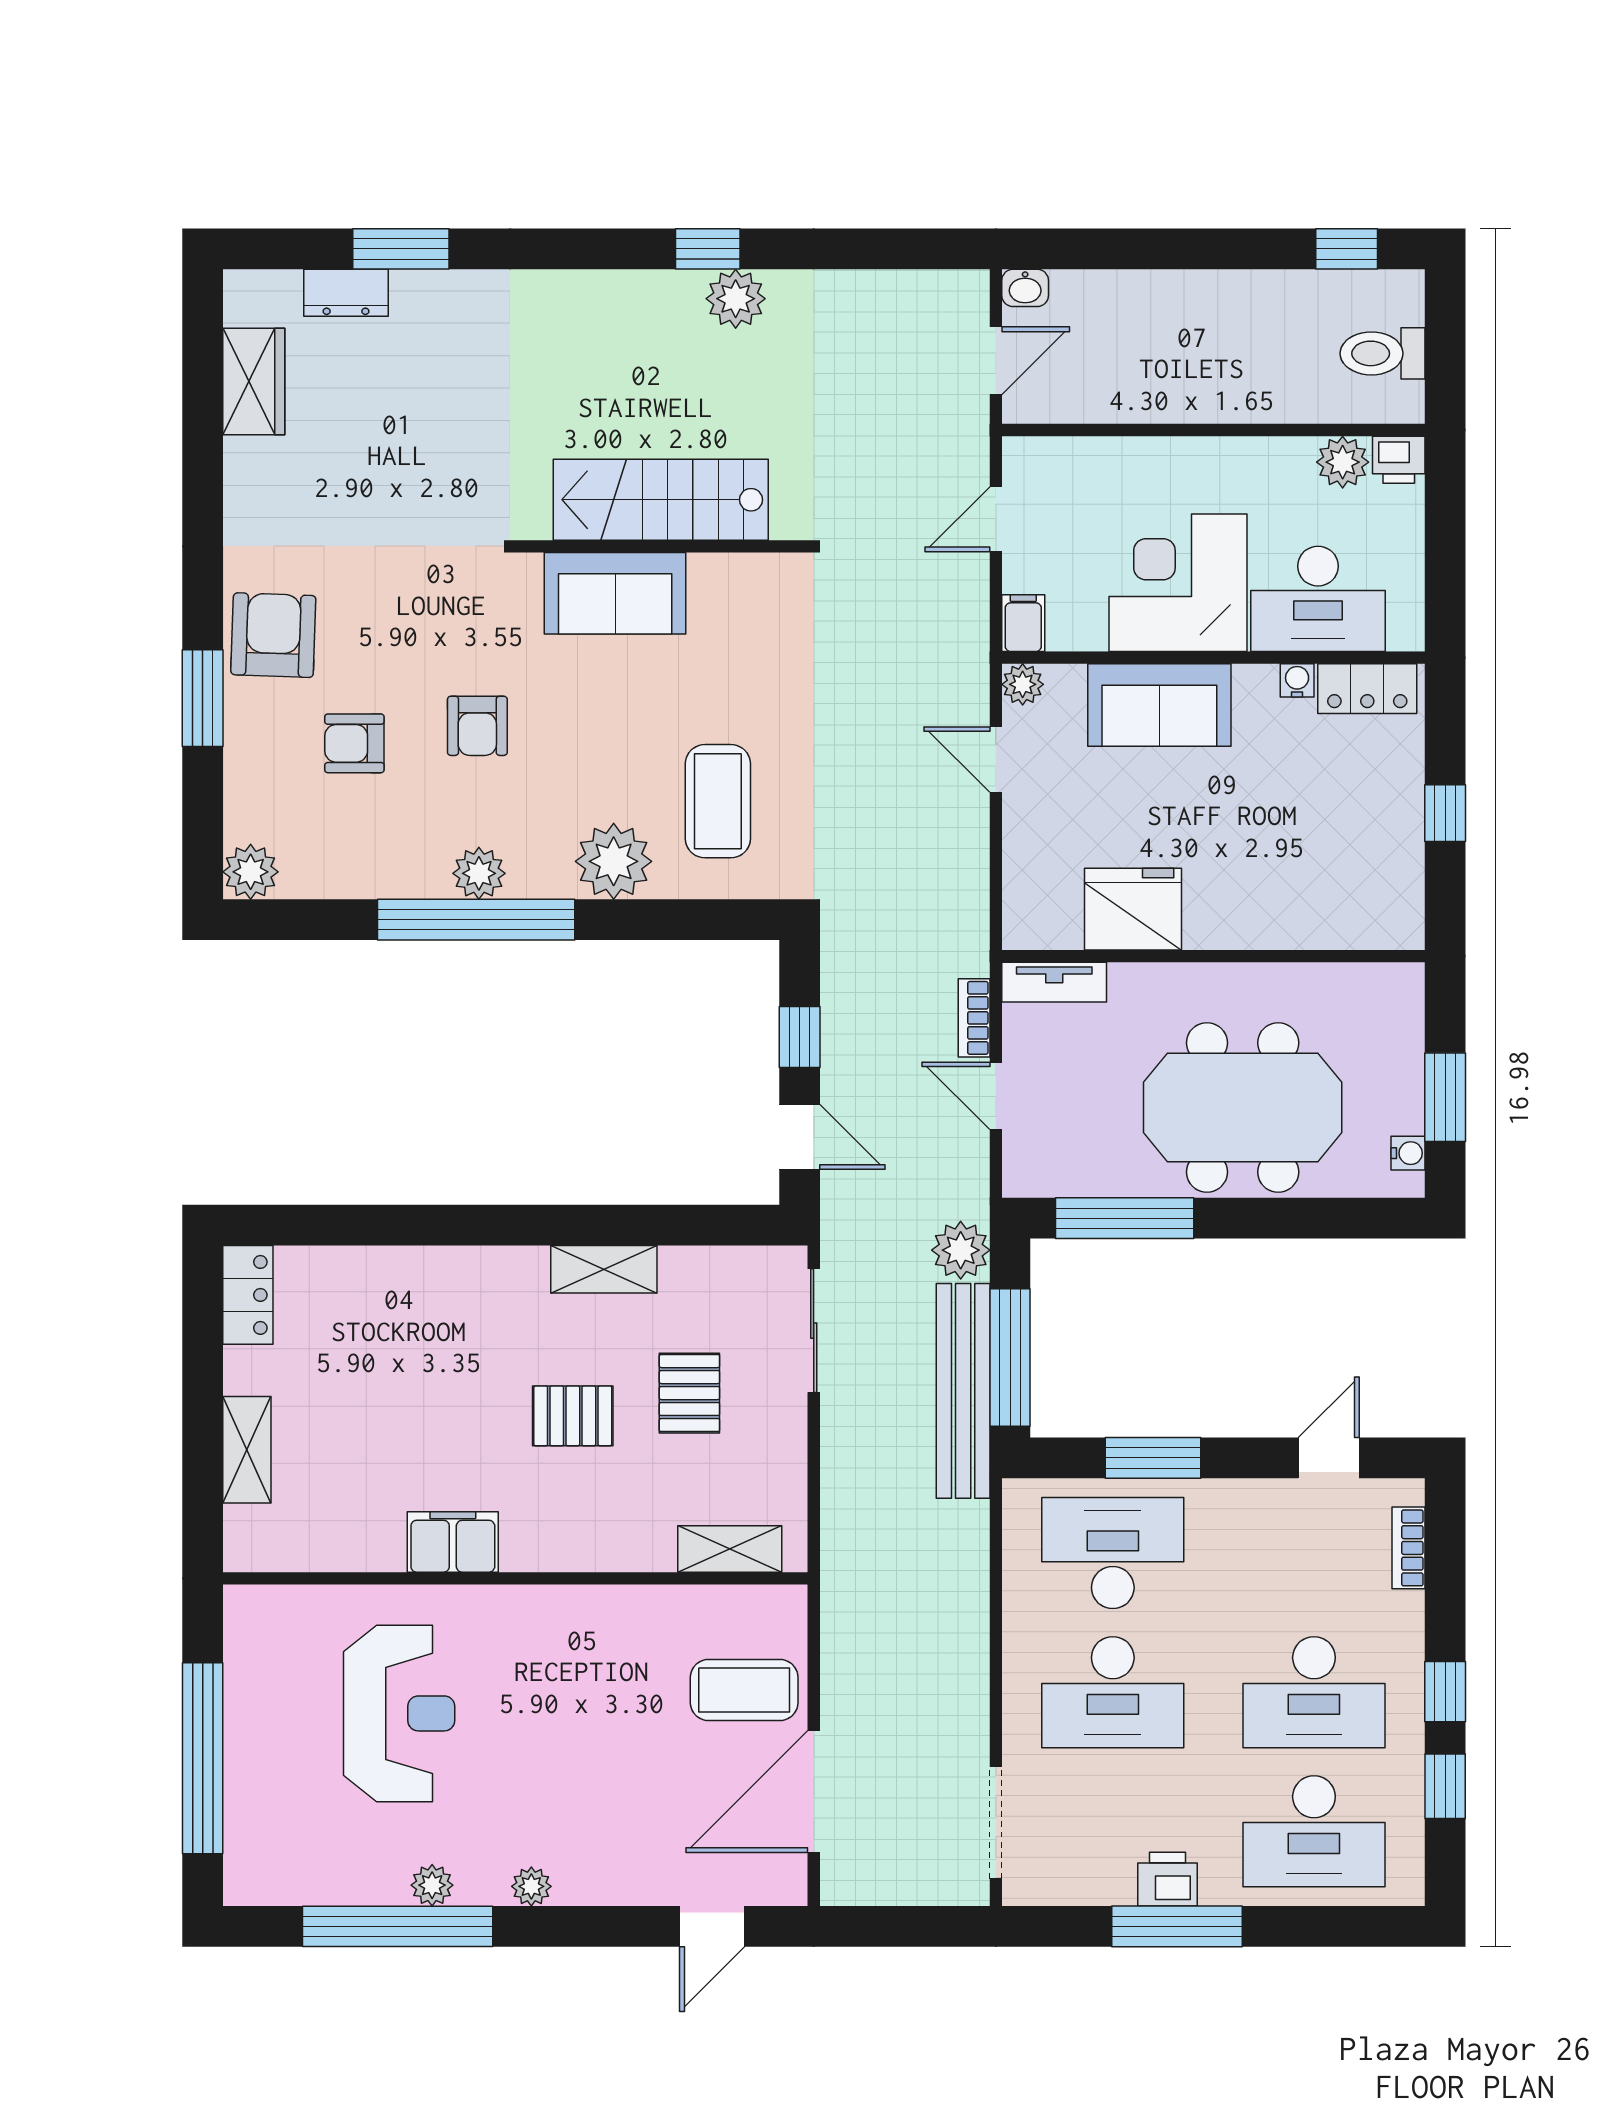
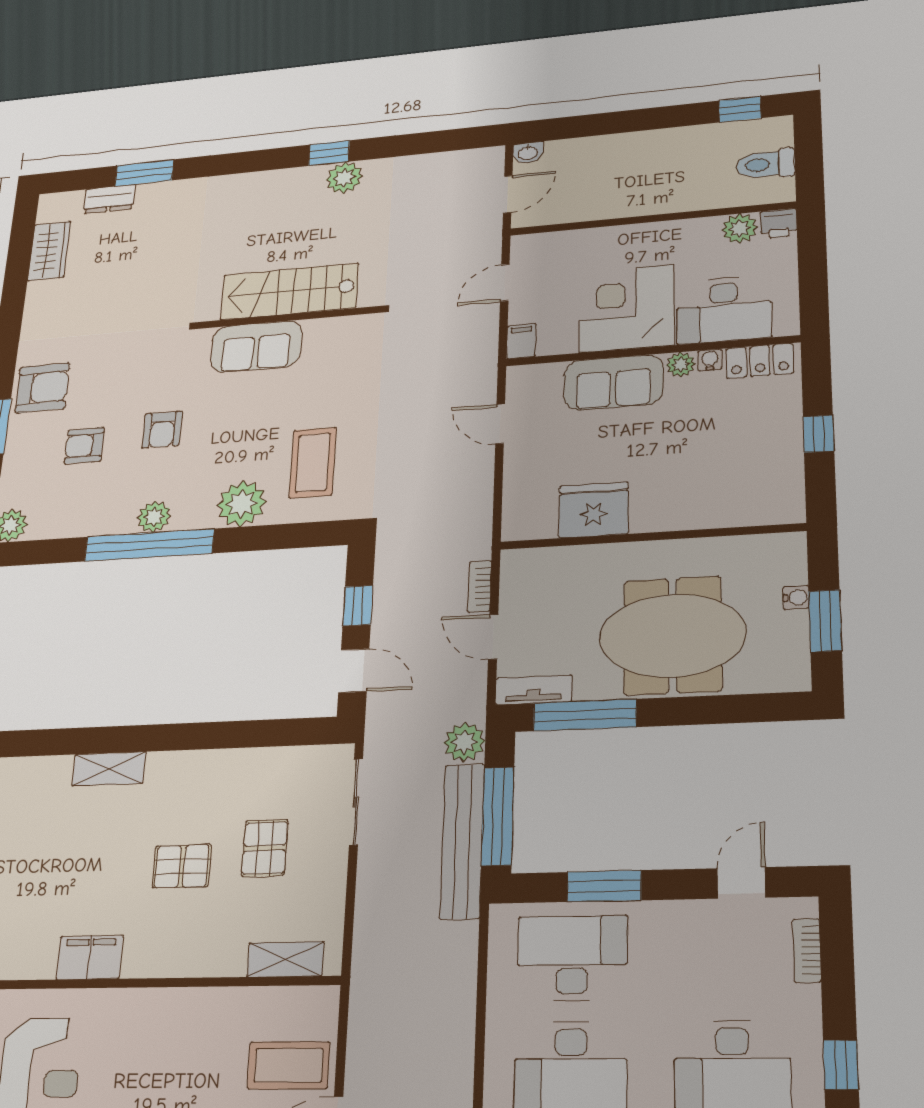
armchair: (273, 635) -> (42, 388), turned 87
plant: (1023, 684) -> (681, 365), moved
tv unit: (1054, 982) -> (534, 690), moved, turned 180
water cooler: (1408, 1153) -> (796, 597), moved
shelving: (604, 1269) -> (109, 769), moved

